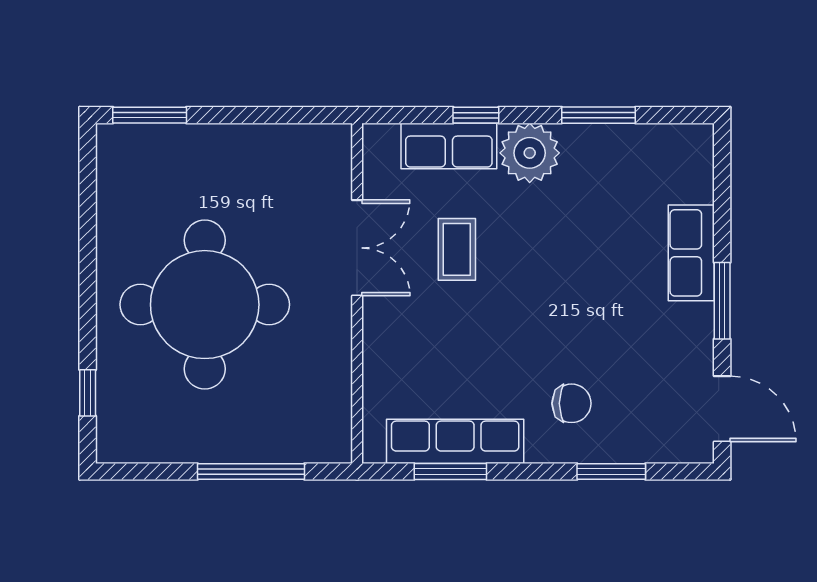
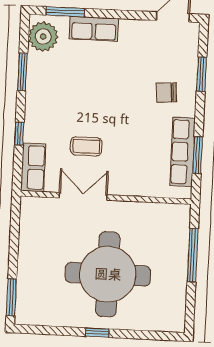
row of seats: (449, 146) -> (33, 167), moved
plant: (530, 153) -> (43, 37), moved
window: (722, 301) -> (65, 12), moved
window: (88, 393) -> (97, 333), moved
chair: (571, 403) -> (166, 93), turned -95

